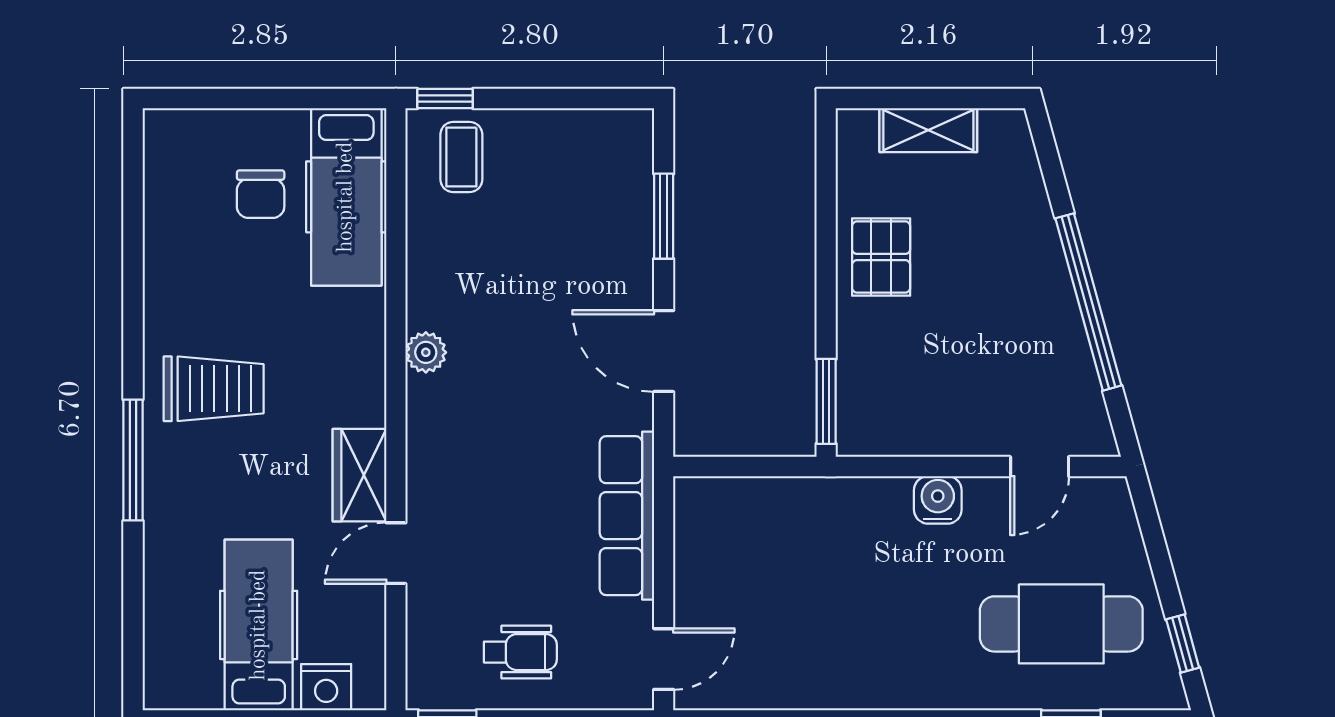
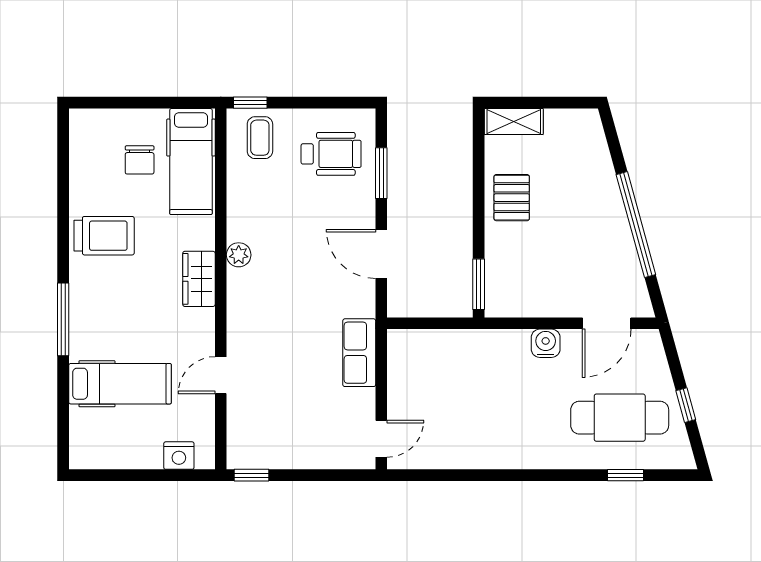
shelving: (928, 130) -> (514, 121), moved
trolley: (214, 389) -> (104, 236), moved
door: (1040, 467) -> (607, 323), width x1.38
wardrobe: (360, 475) -> (199, 279), moved
row of seats: (627, 516) -> (359, 353), width x0.68
hospital bed: (259, 625) -> (120, 384), moved, turned 90
window: (1183, 643) -> (686, 405), moved
wheelchair: (520, 652) -> (331, 154), moved, width x1.36, depth x1.37

